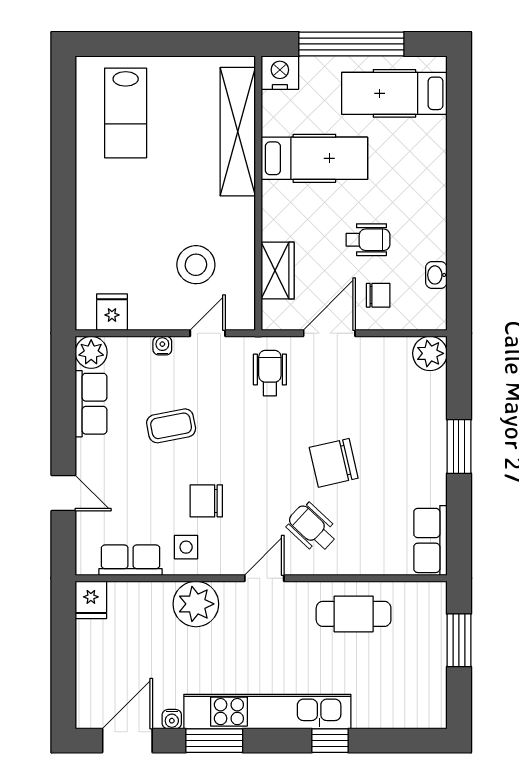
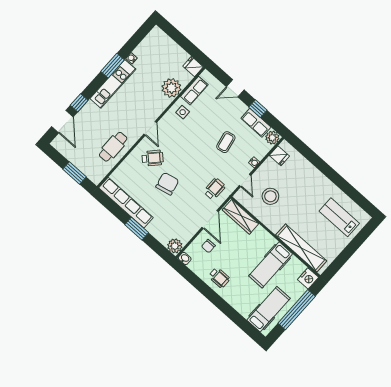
wheelchair: (368, 240) -> (219, 278), moved, turned -90
wardrobe: (278, 271) -> (241, 217), width x1.50
washbasin: (436, 275) -> (185, 258), moved
wheelchair: (270, 373) -> (214, 189), turned -90
window: (63, 422) -> (258, 109), added
chair: (206, 501) -> (192, 132), removed
row of seats: (430, 540) -> (126, 203), width x2.02
plant: (196, 604) -> (171, 88), moved
kitchen unit: (267, 712) -> (113, 84), width x0.73
door: (127, 741) -> (62, 122), moved

